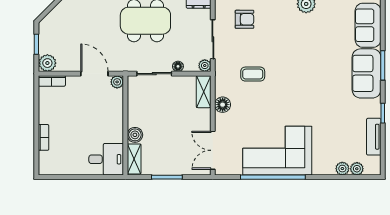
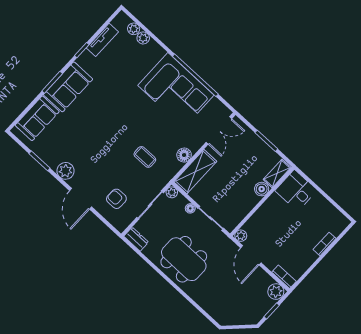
shelving: (204, 92) -> (195, 172), width x1.50, depth x1.33

